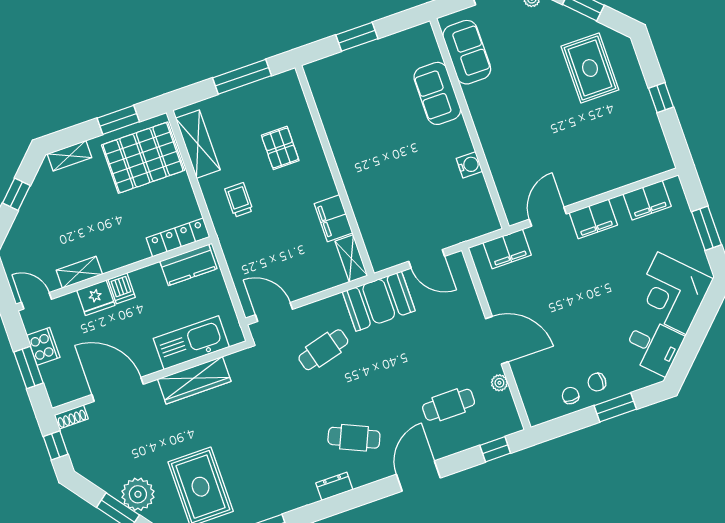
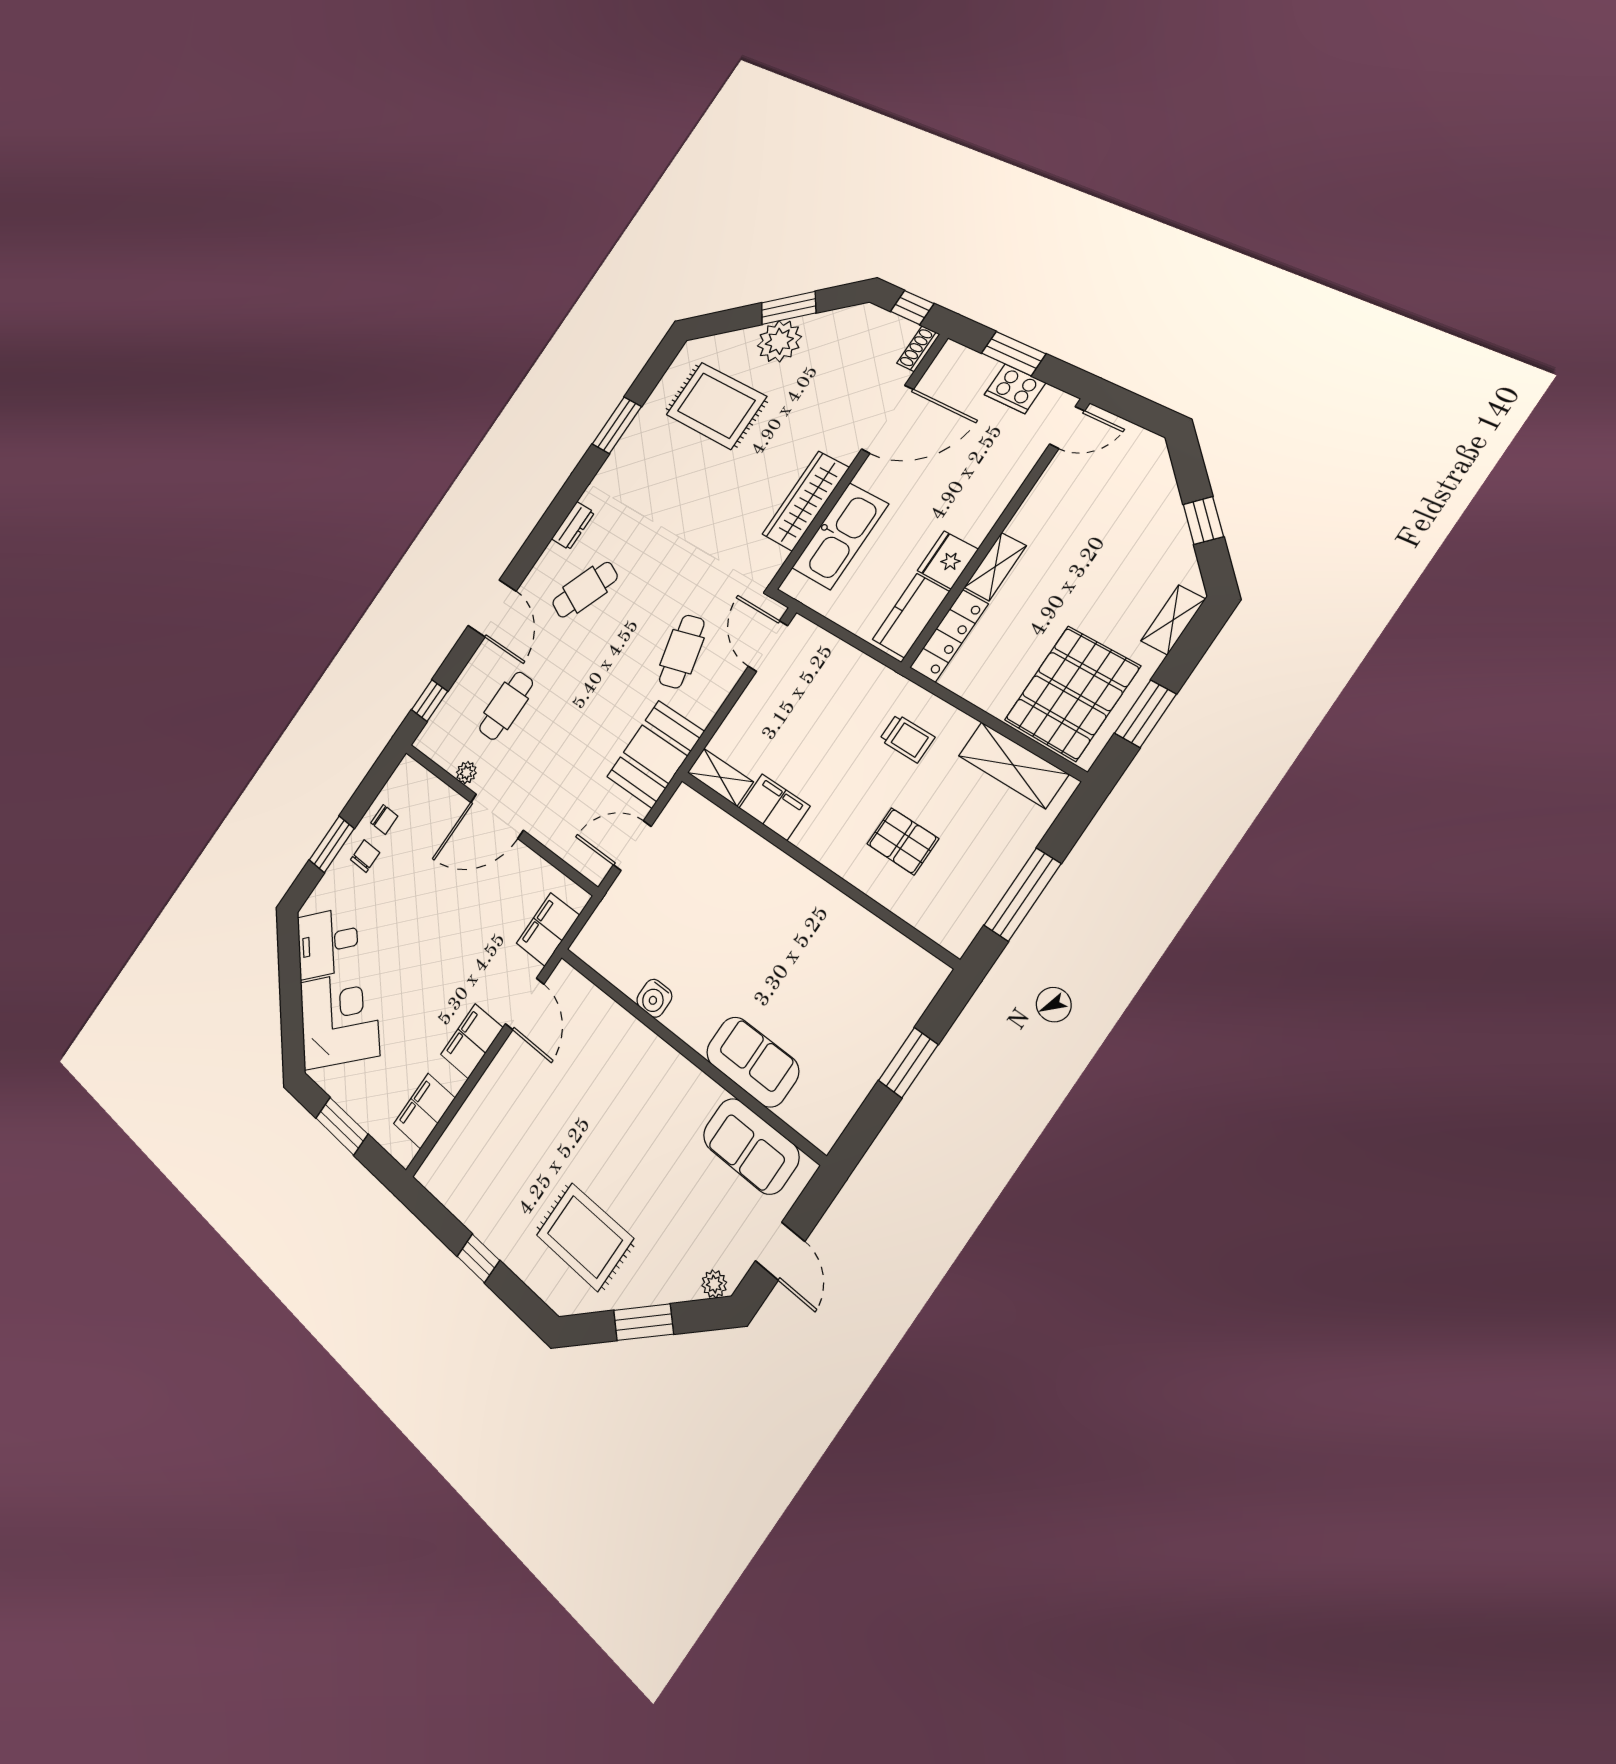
shelving: (79, 272) -> (995, 567), moved
dishwasher: (122, 288) -> (972, 525), removed
fridge: (96, 298) -> (948, 560), moved
door: (274, 312) -> (768, 646), swing flipped

